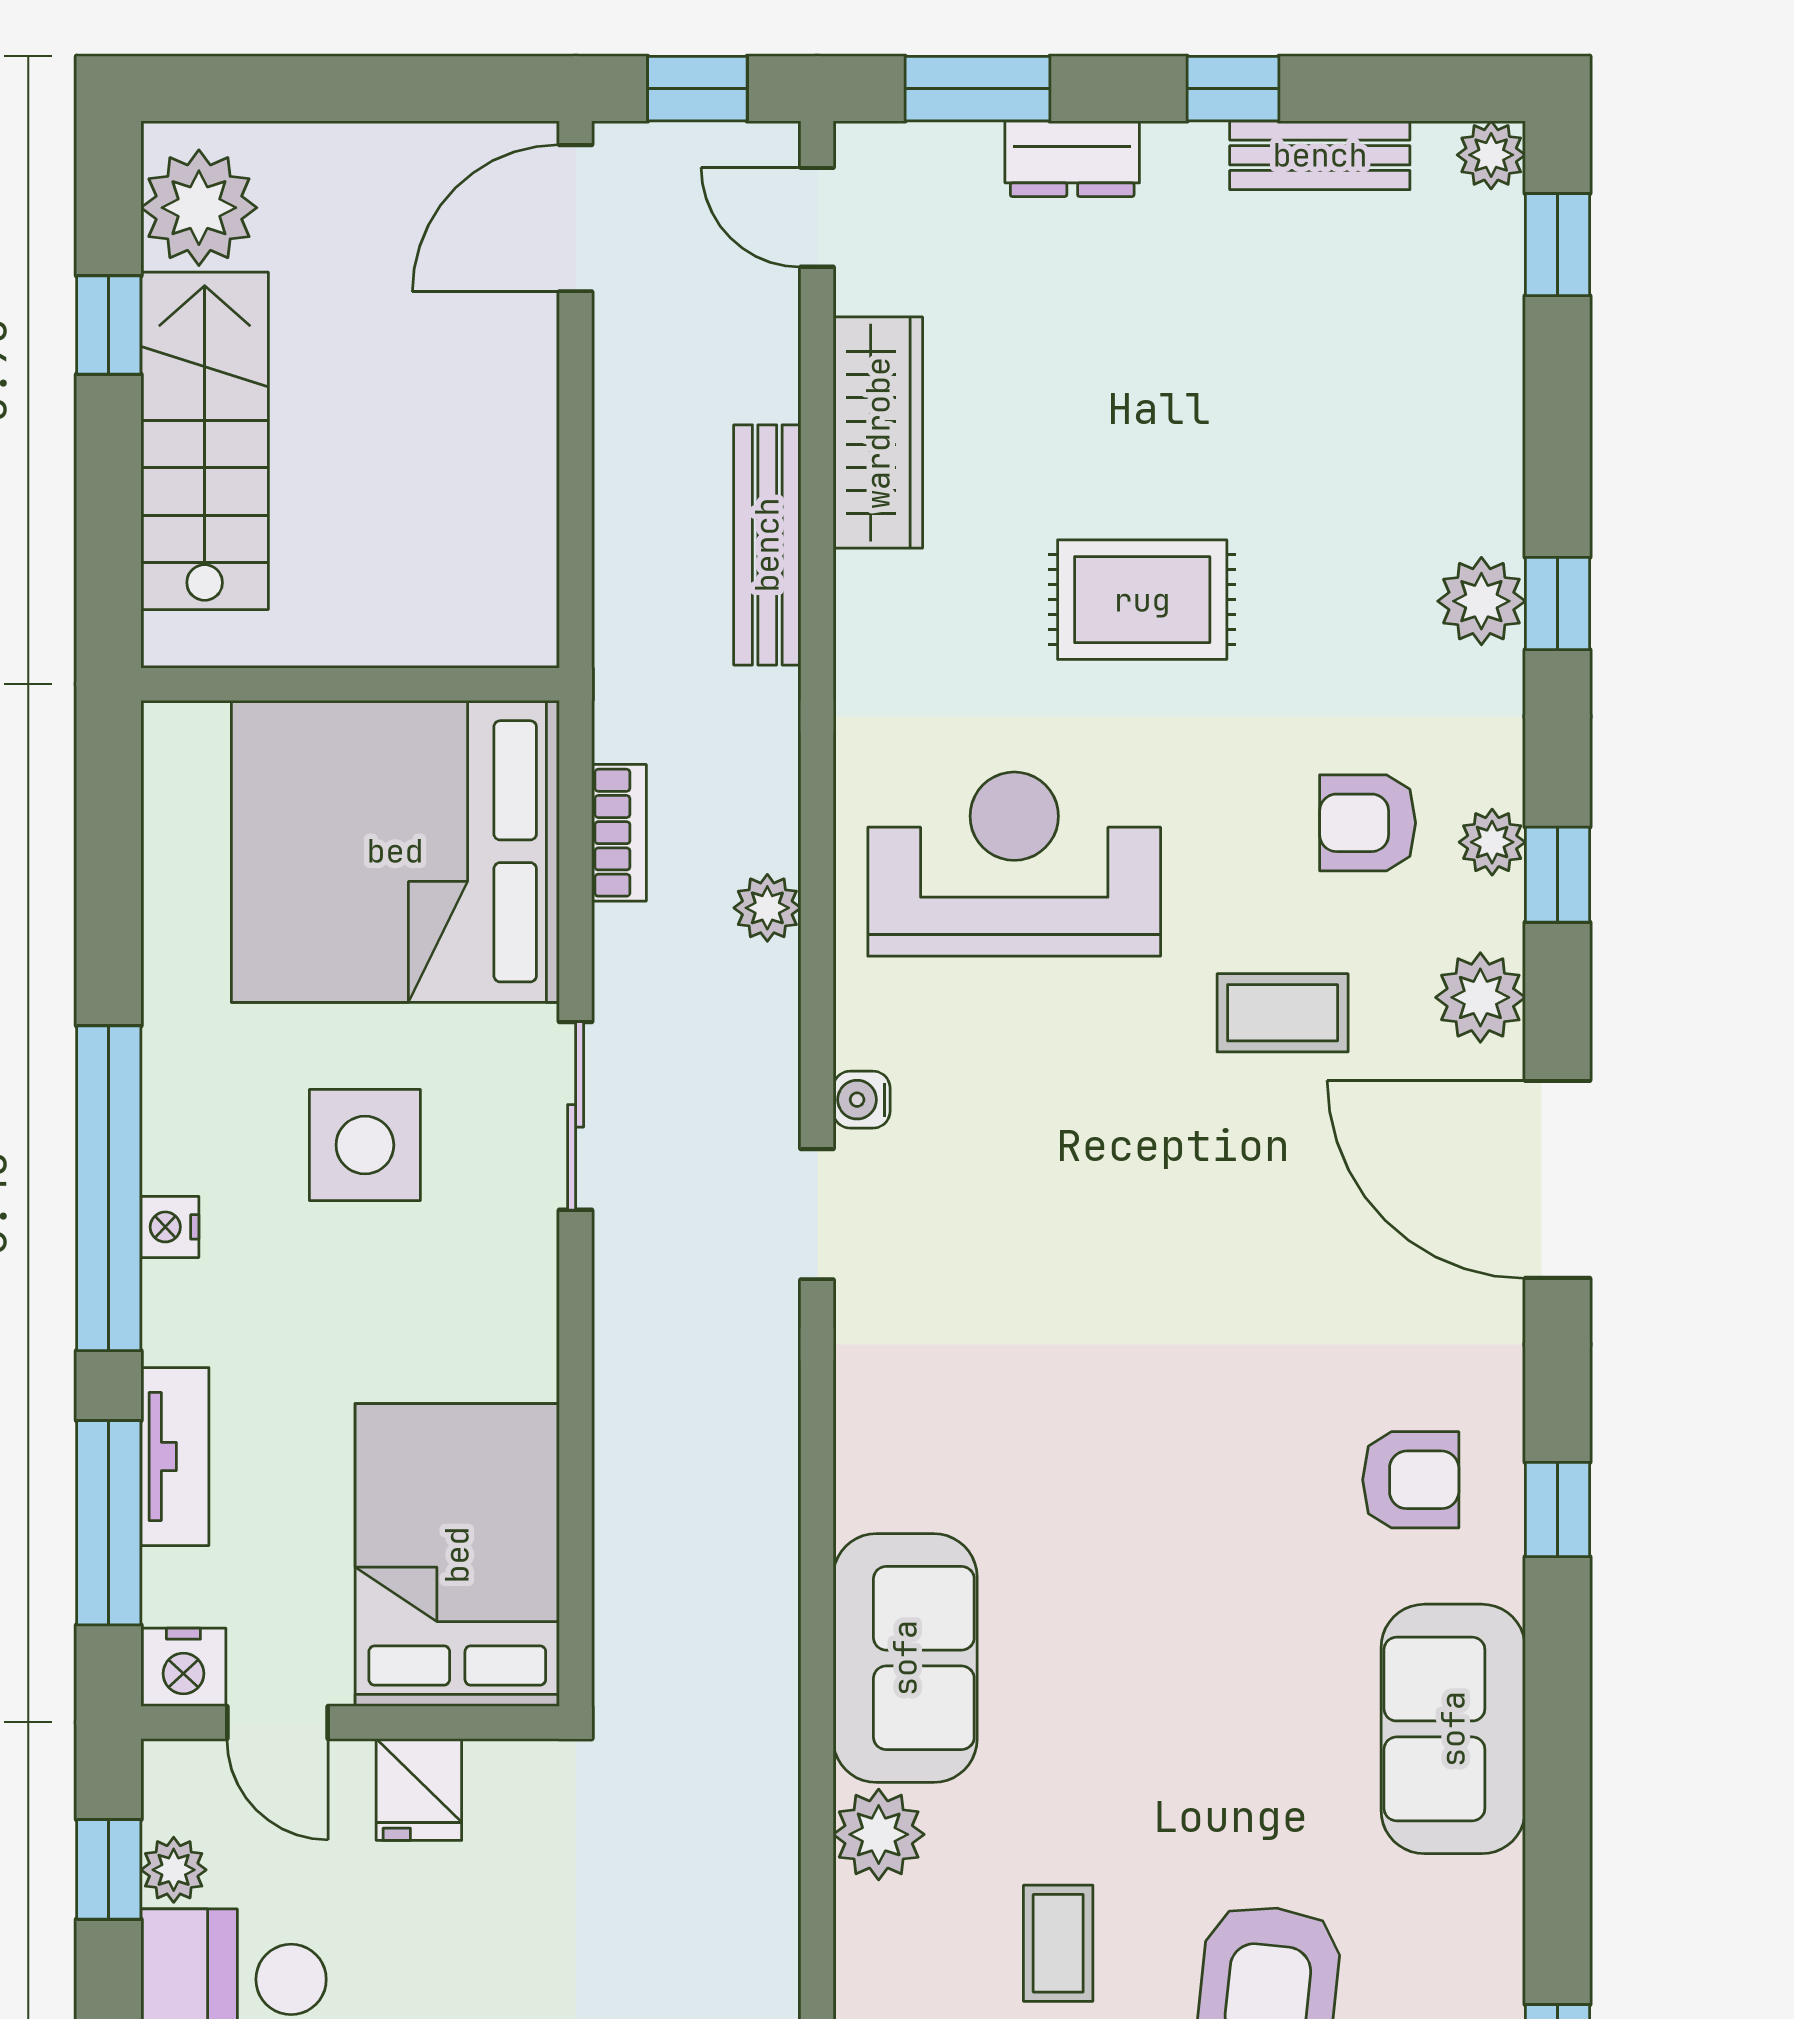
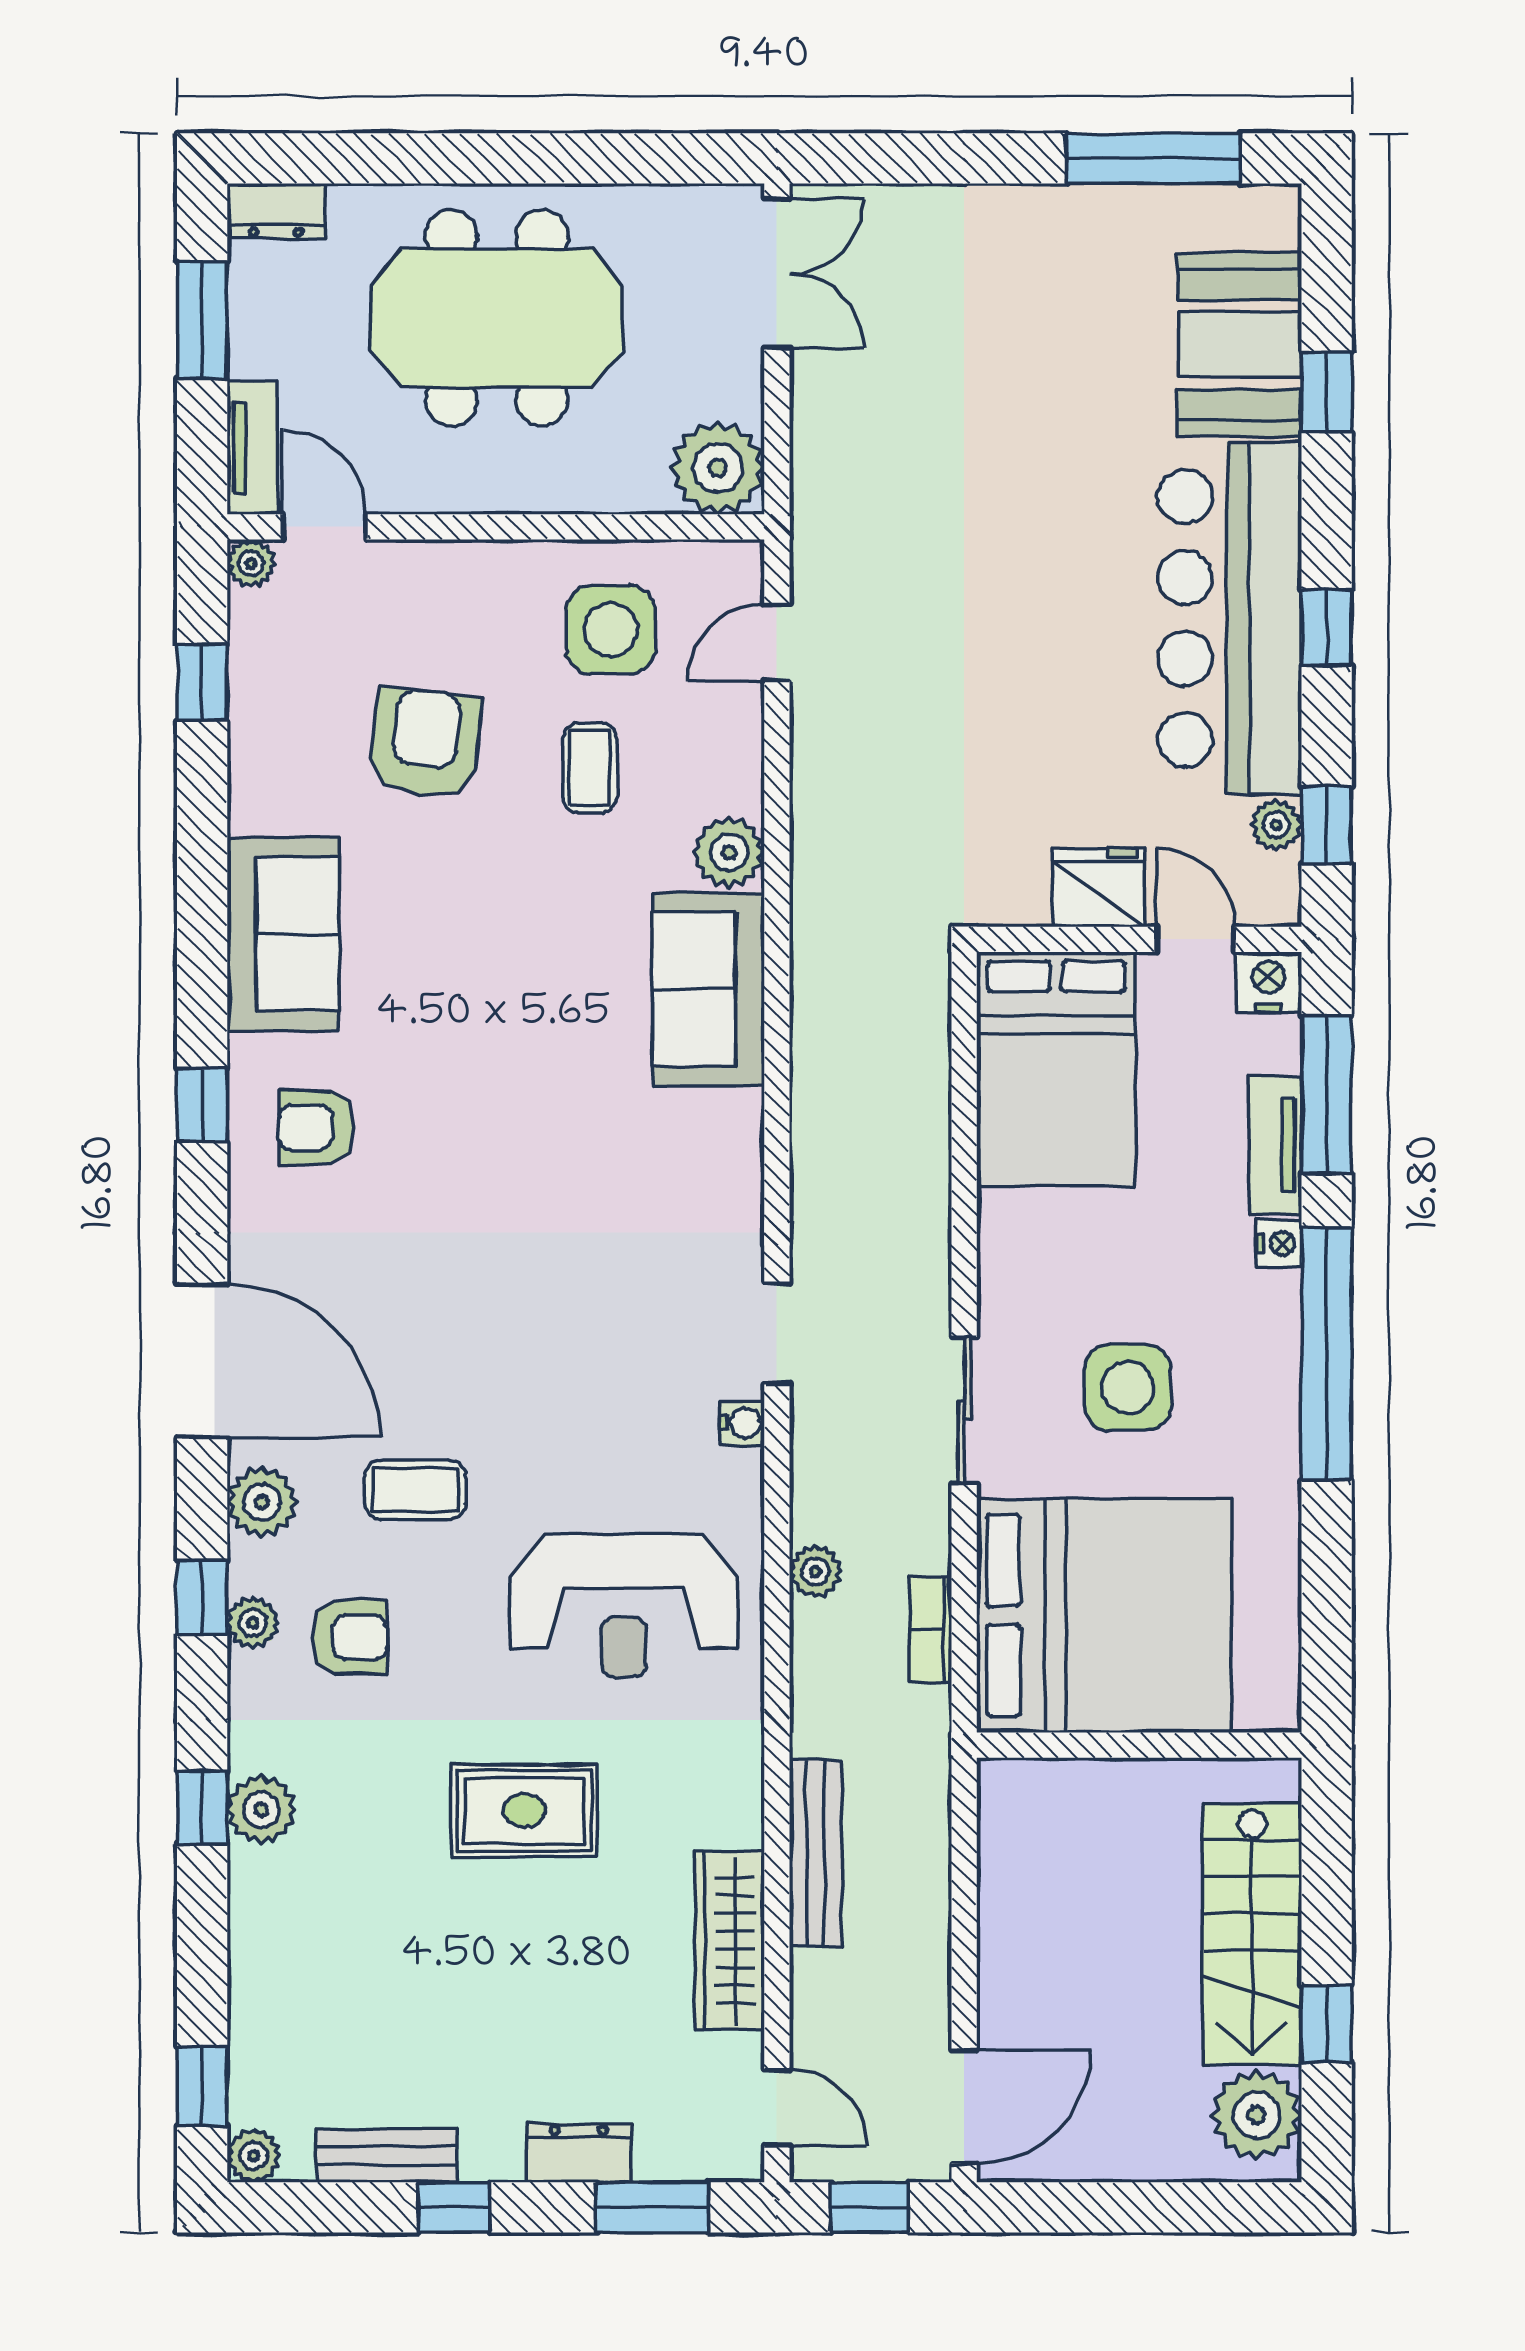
nightstand: (170, 1227) -> (1279, 1244), moved
fridge: (419, 1789) -> (1099, 887), width x1.38

